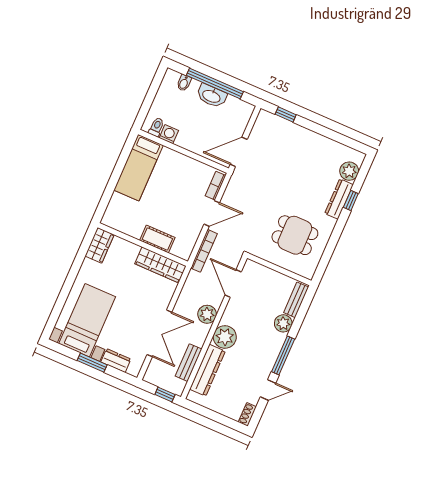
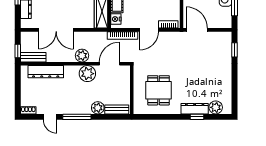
door: (212, 213) -> (149, 30), hinge flipped
nightstand: (179, 250) -> (116, 19), added
plant: (225, 337) -> (87, 74), moved
bench: (189, 363) -> (33, 57), moved

